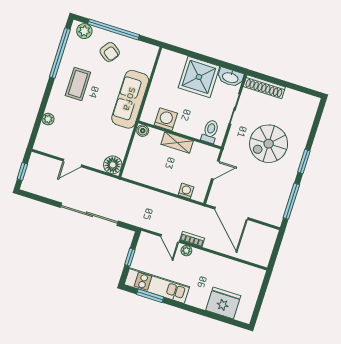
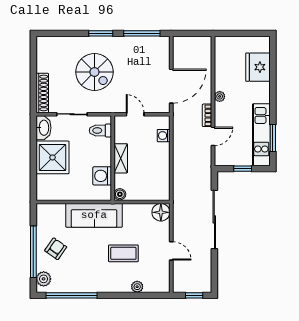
coffee table: (78, 84) -> (123, 253), moved
plant: (186, 251) -> (220, 96), moved

